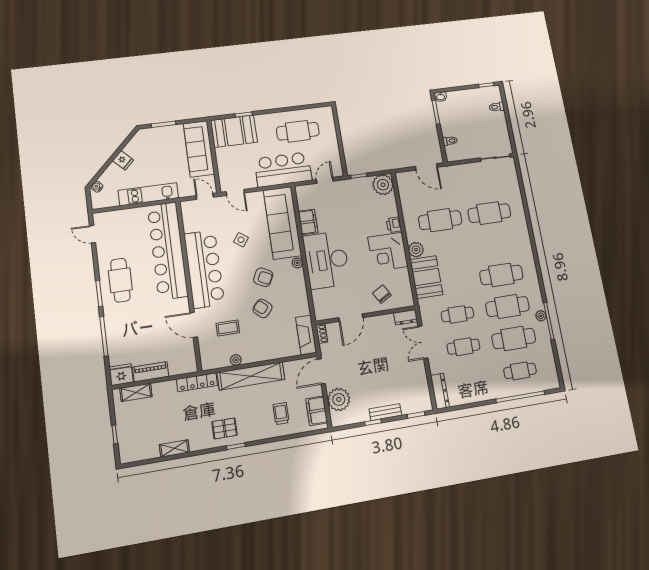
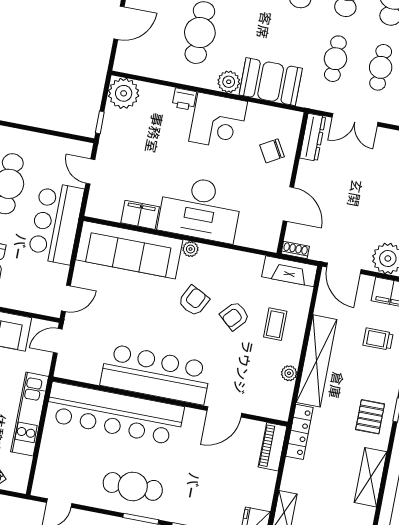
side table: (241, 240) -> (133, 313), removed
dresser: (406, 317) -> (313, 137), width x1.44
coffee table: (228, 328) -> (275, 324), moved
piano: (151, 372) -> (272, 447), moved
shelving: (174, 448) -> (371, 477), width x1.50, depth x1.33

